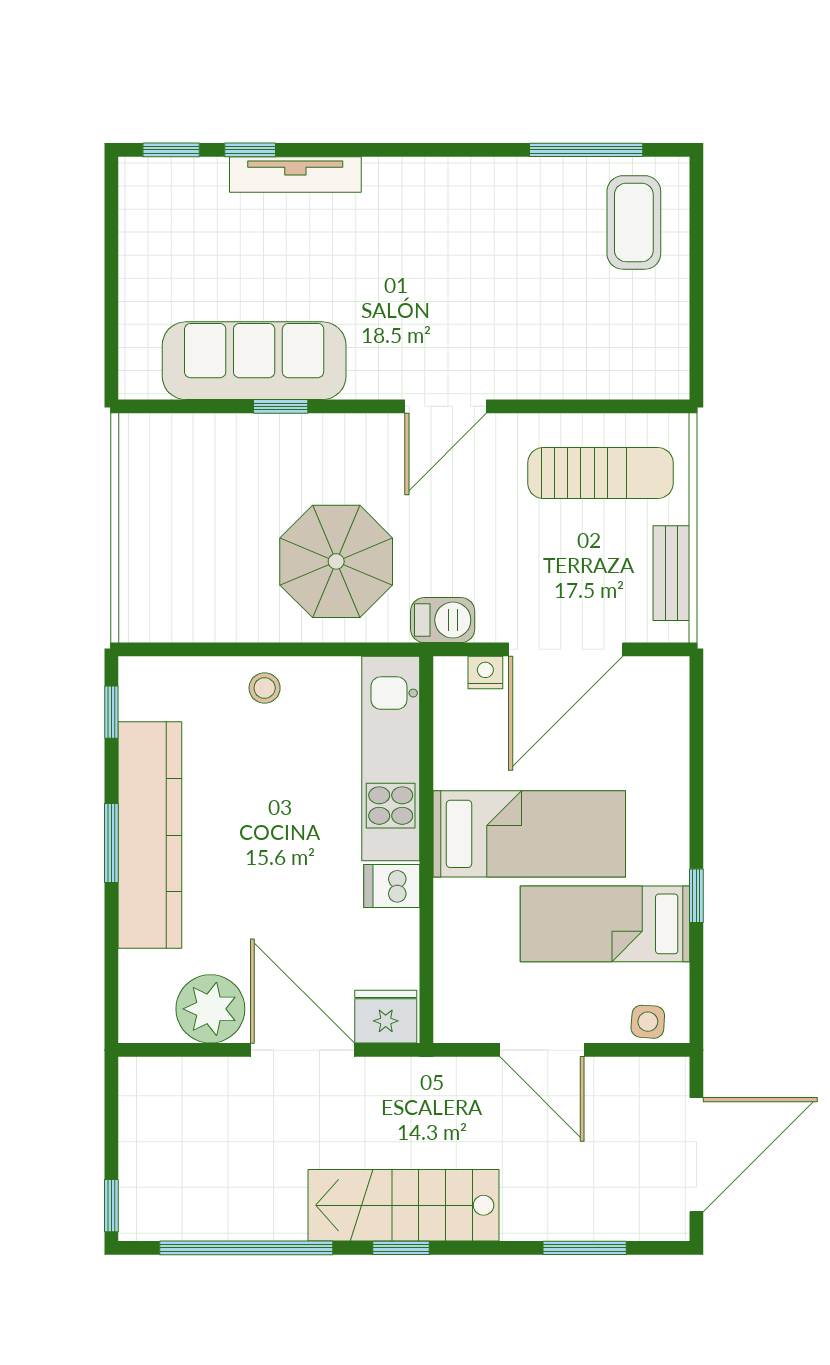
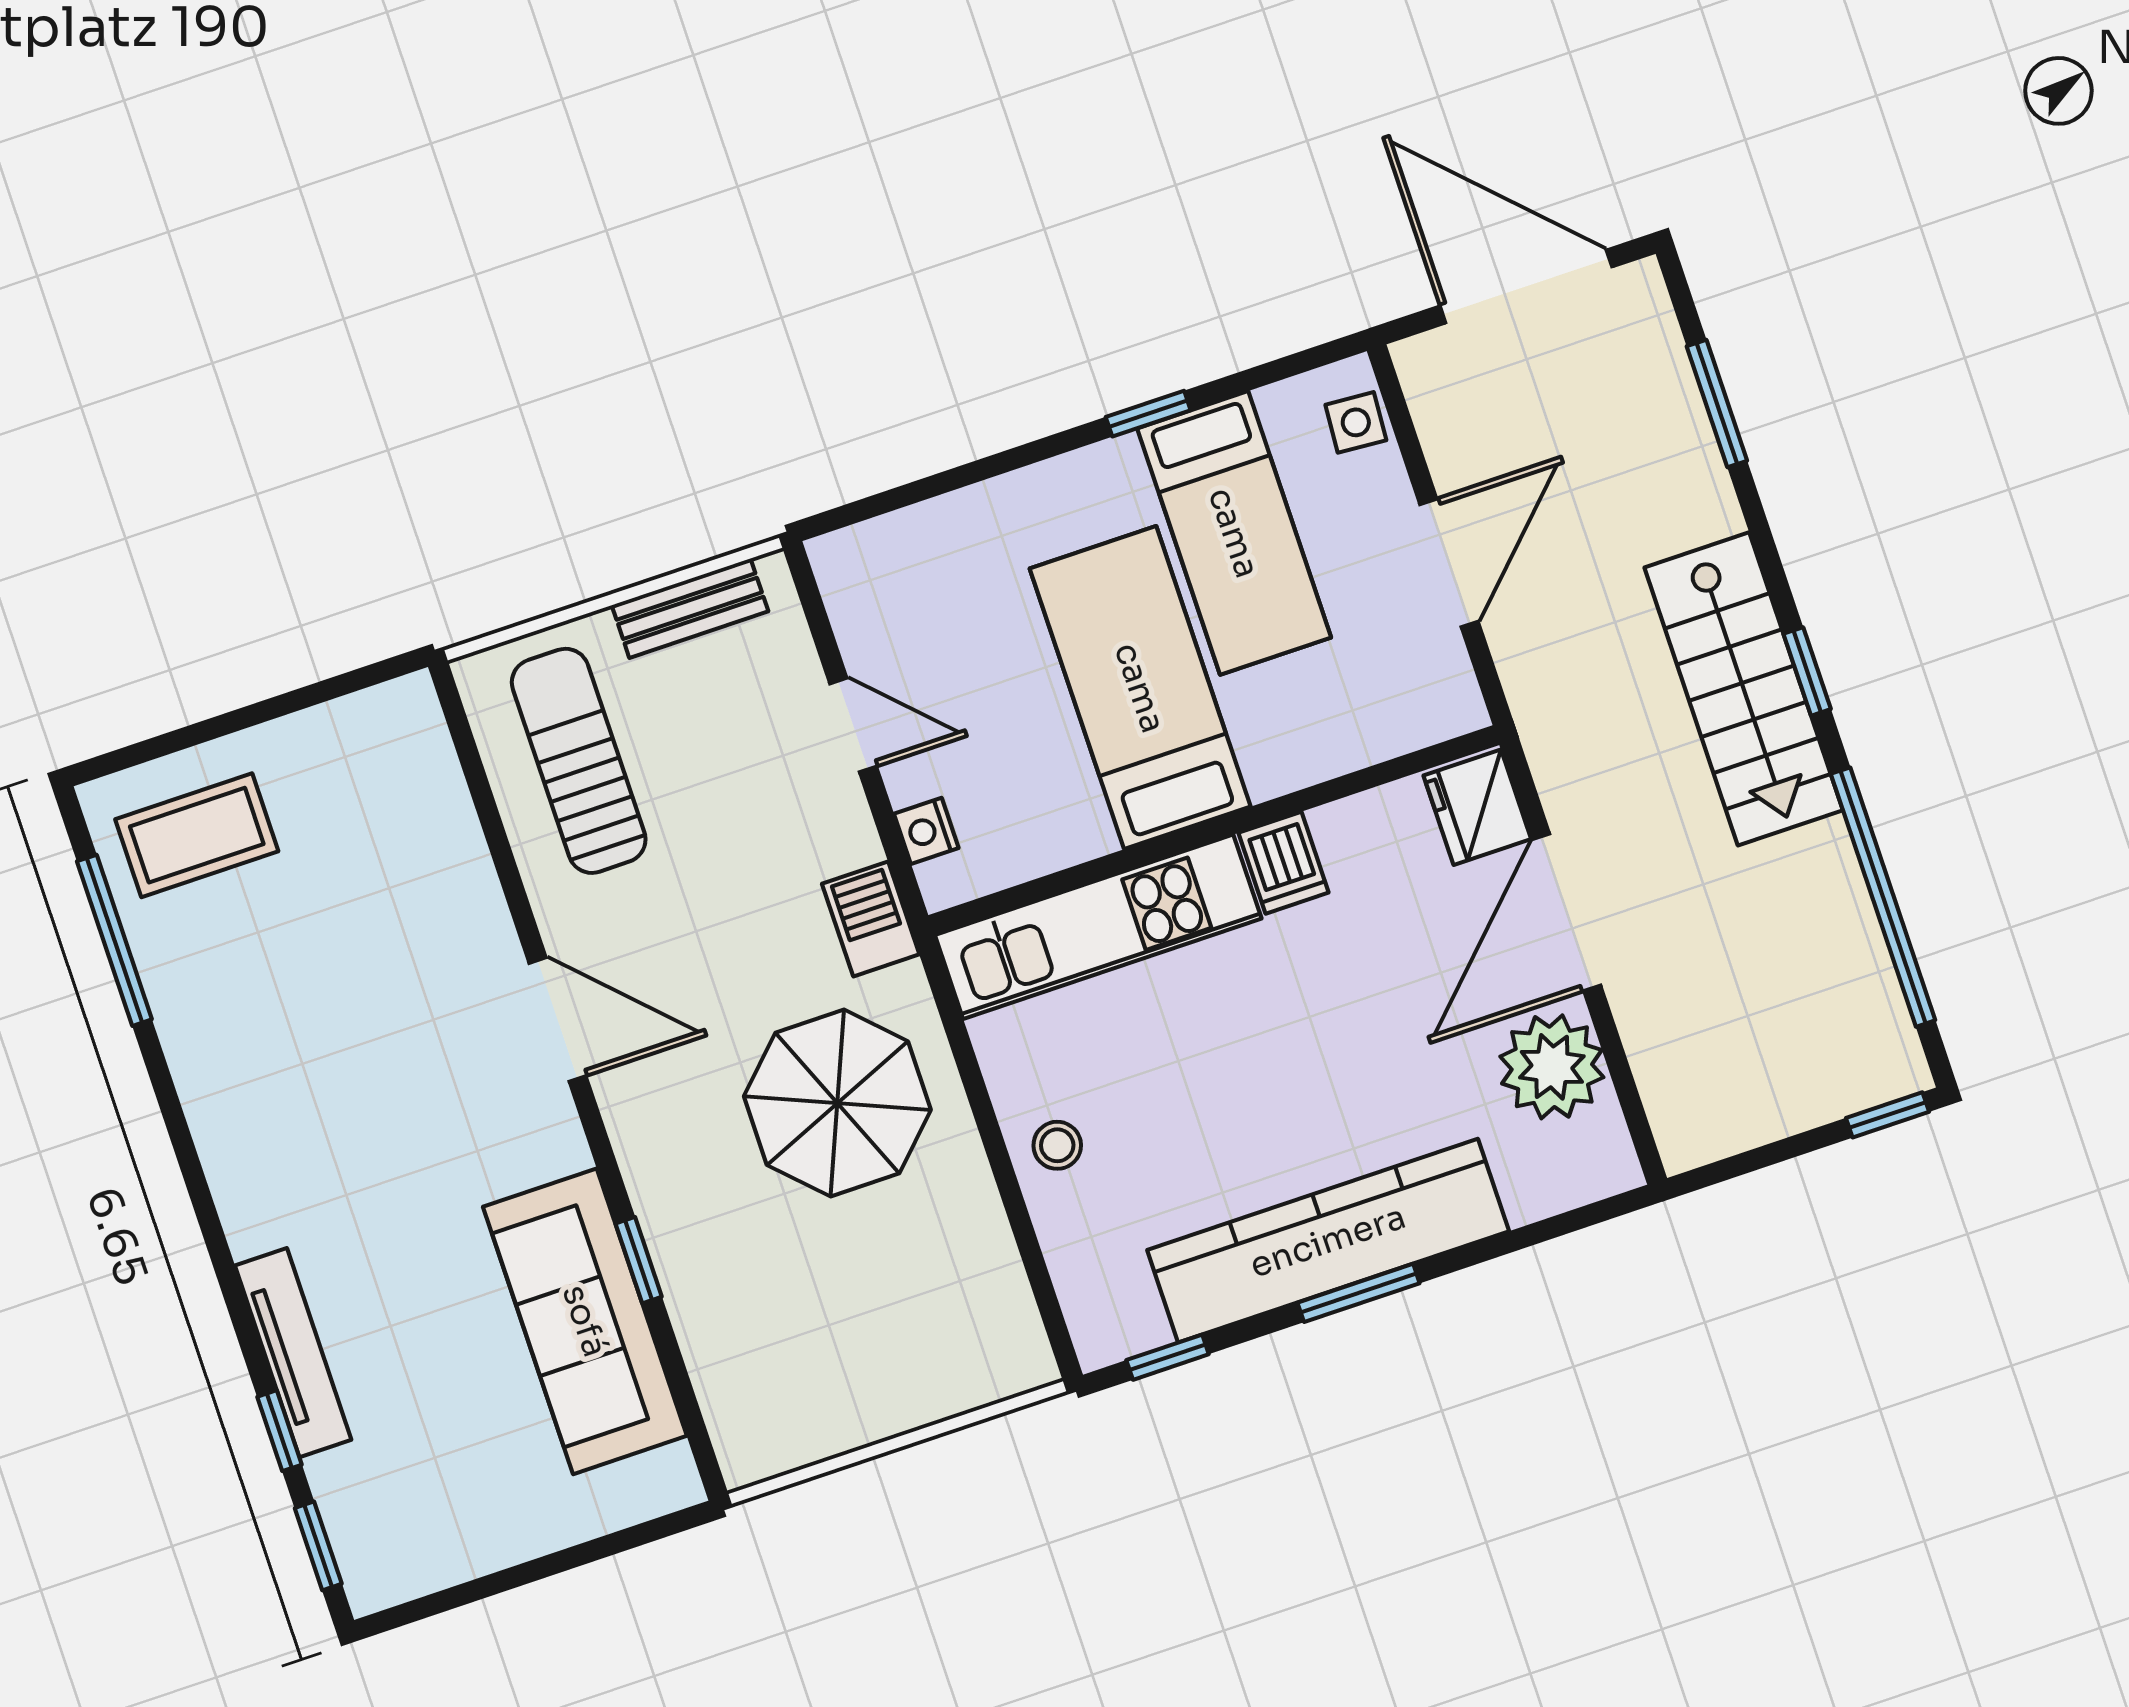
door: (566, 649) -> (853, 725), width x0.53

